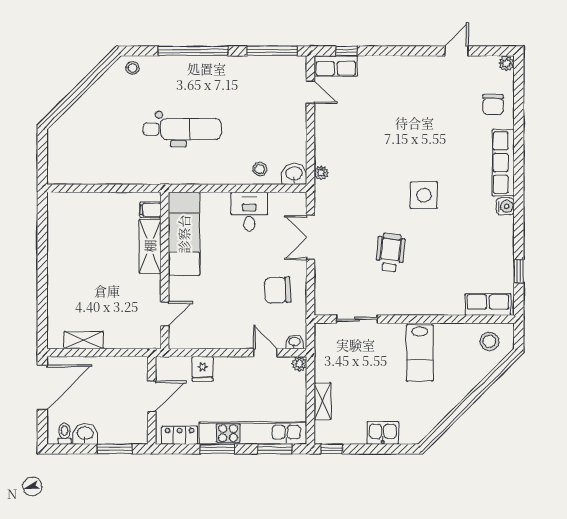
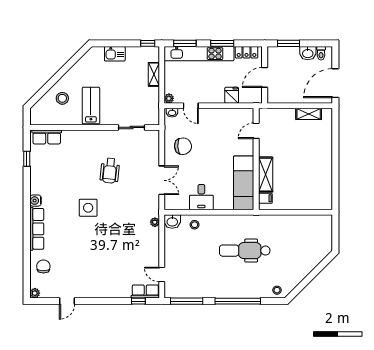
stool: (489, 341) -> (62, 98), moved

